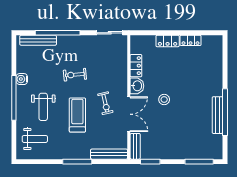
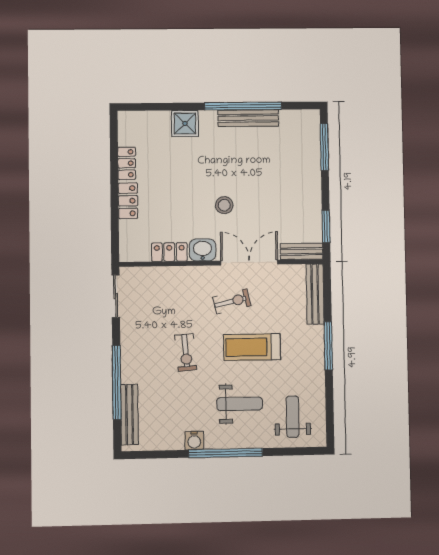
shower: (215, 76) -> (185, 123), added

